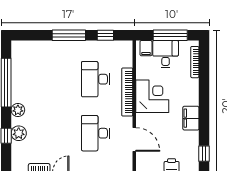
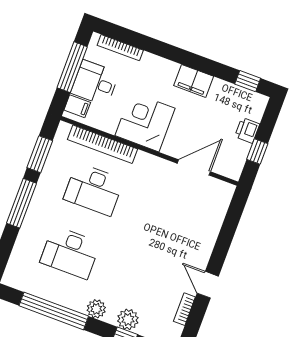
window: (105, 35) -> (40, 154), width x1.50
bookcase: (127, 92) -> (103, 144), moved
desk: (96, 133) -> (70, 252), moved

